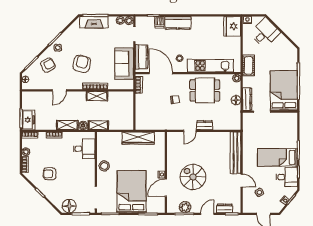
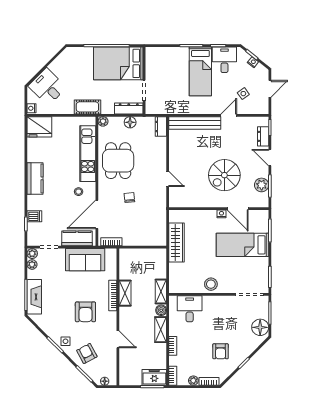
kitchen counter: (178, 23) -> (35, 178), moved
armchair: (82, 64) -> (85, 312), turned -103
dresser: (205, 125) -> (161, 126), moved
bed: (132, 192) -> (243, 245), width x0.67

